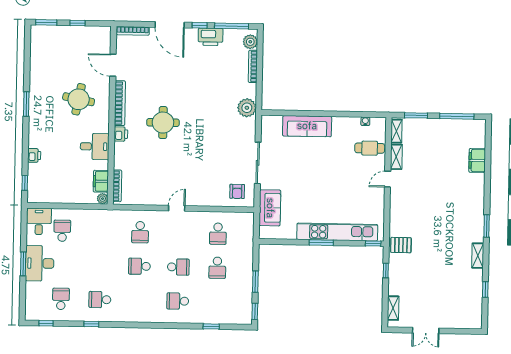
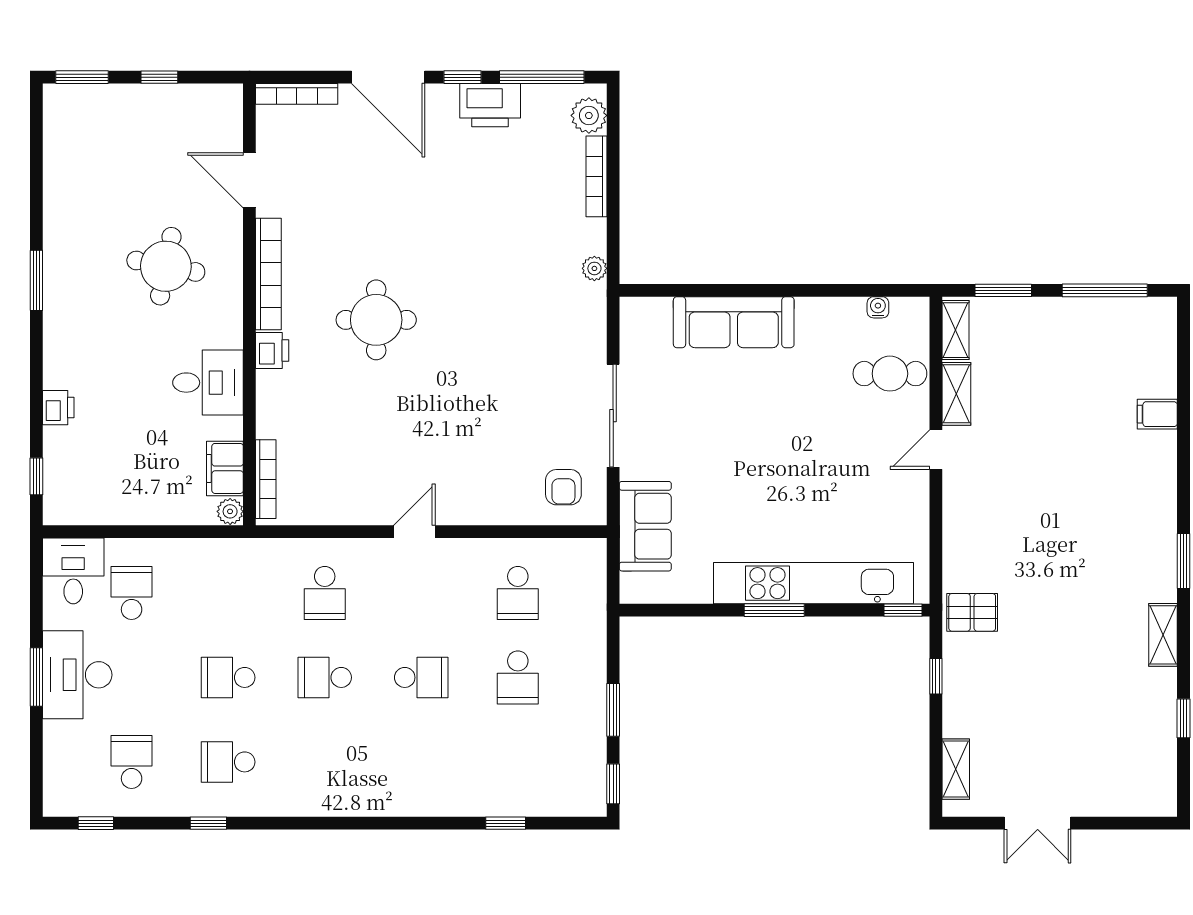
plant: (247, 108) -> (594, 268), width x0.53, depth x0.53
filing cabinet: (477, 161) -> (1157, 414), width x0.50
school desk: (178, 301) -> (228, 677), moved

